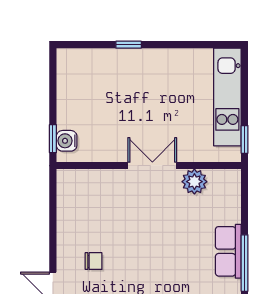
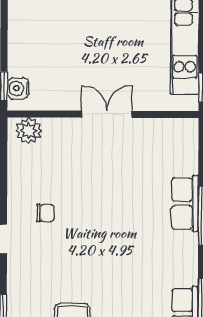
plant: (194, 182) -> (29, 131), moved

